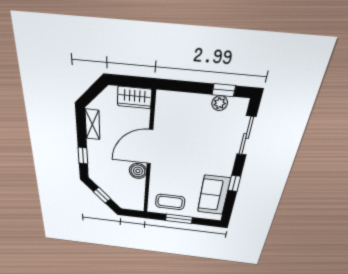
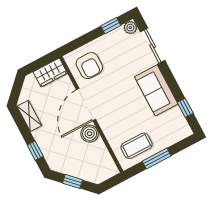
plant: (220, 103) -> (130, 28), moved
armchair: (176, 115) -> (89, 66), added
window: (234, 183) -> (185, 108), moved
sofa: (214, 195) -> (156, 90), moved

